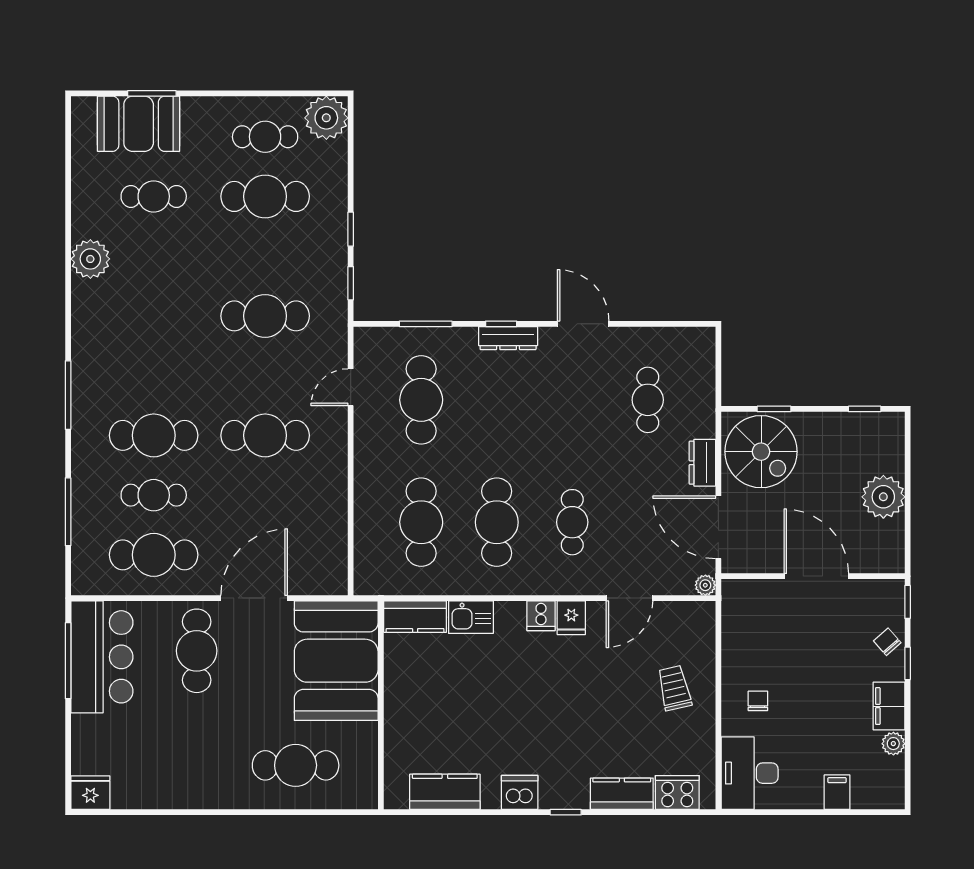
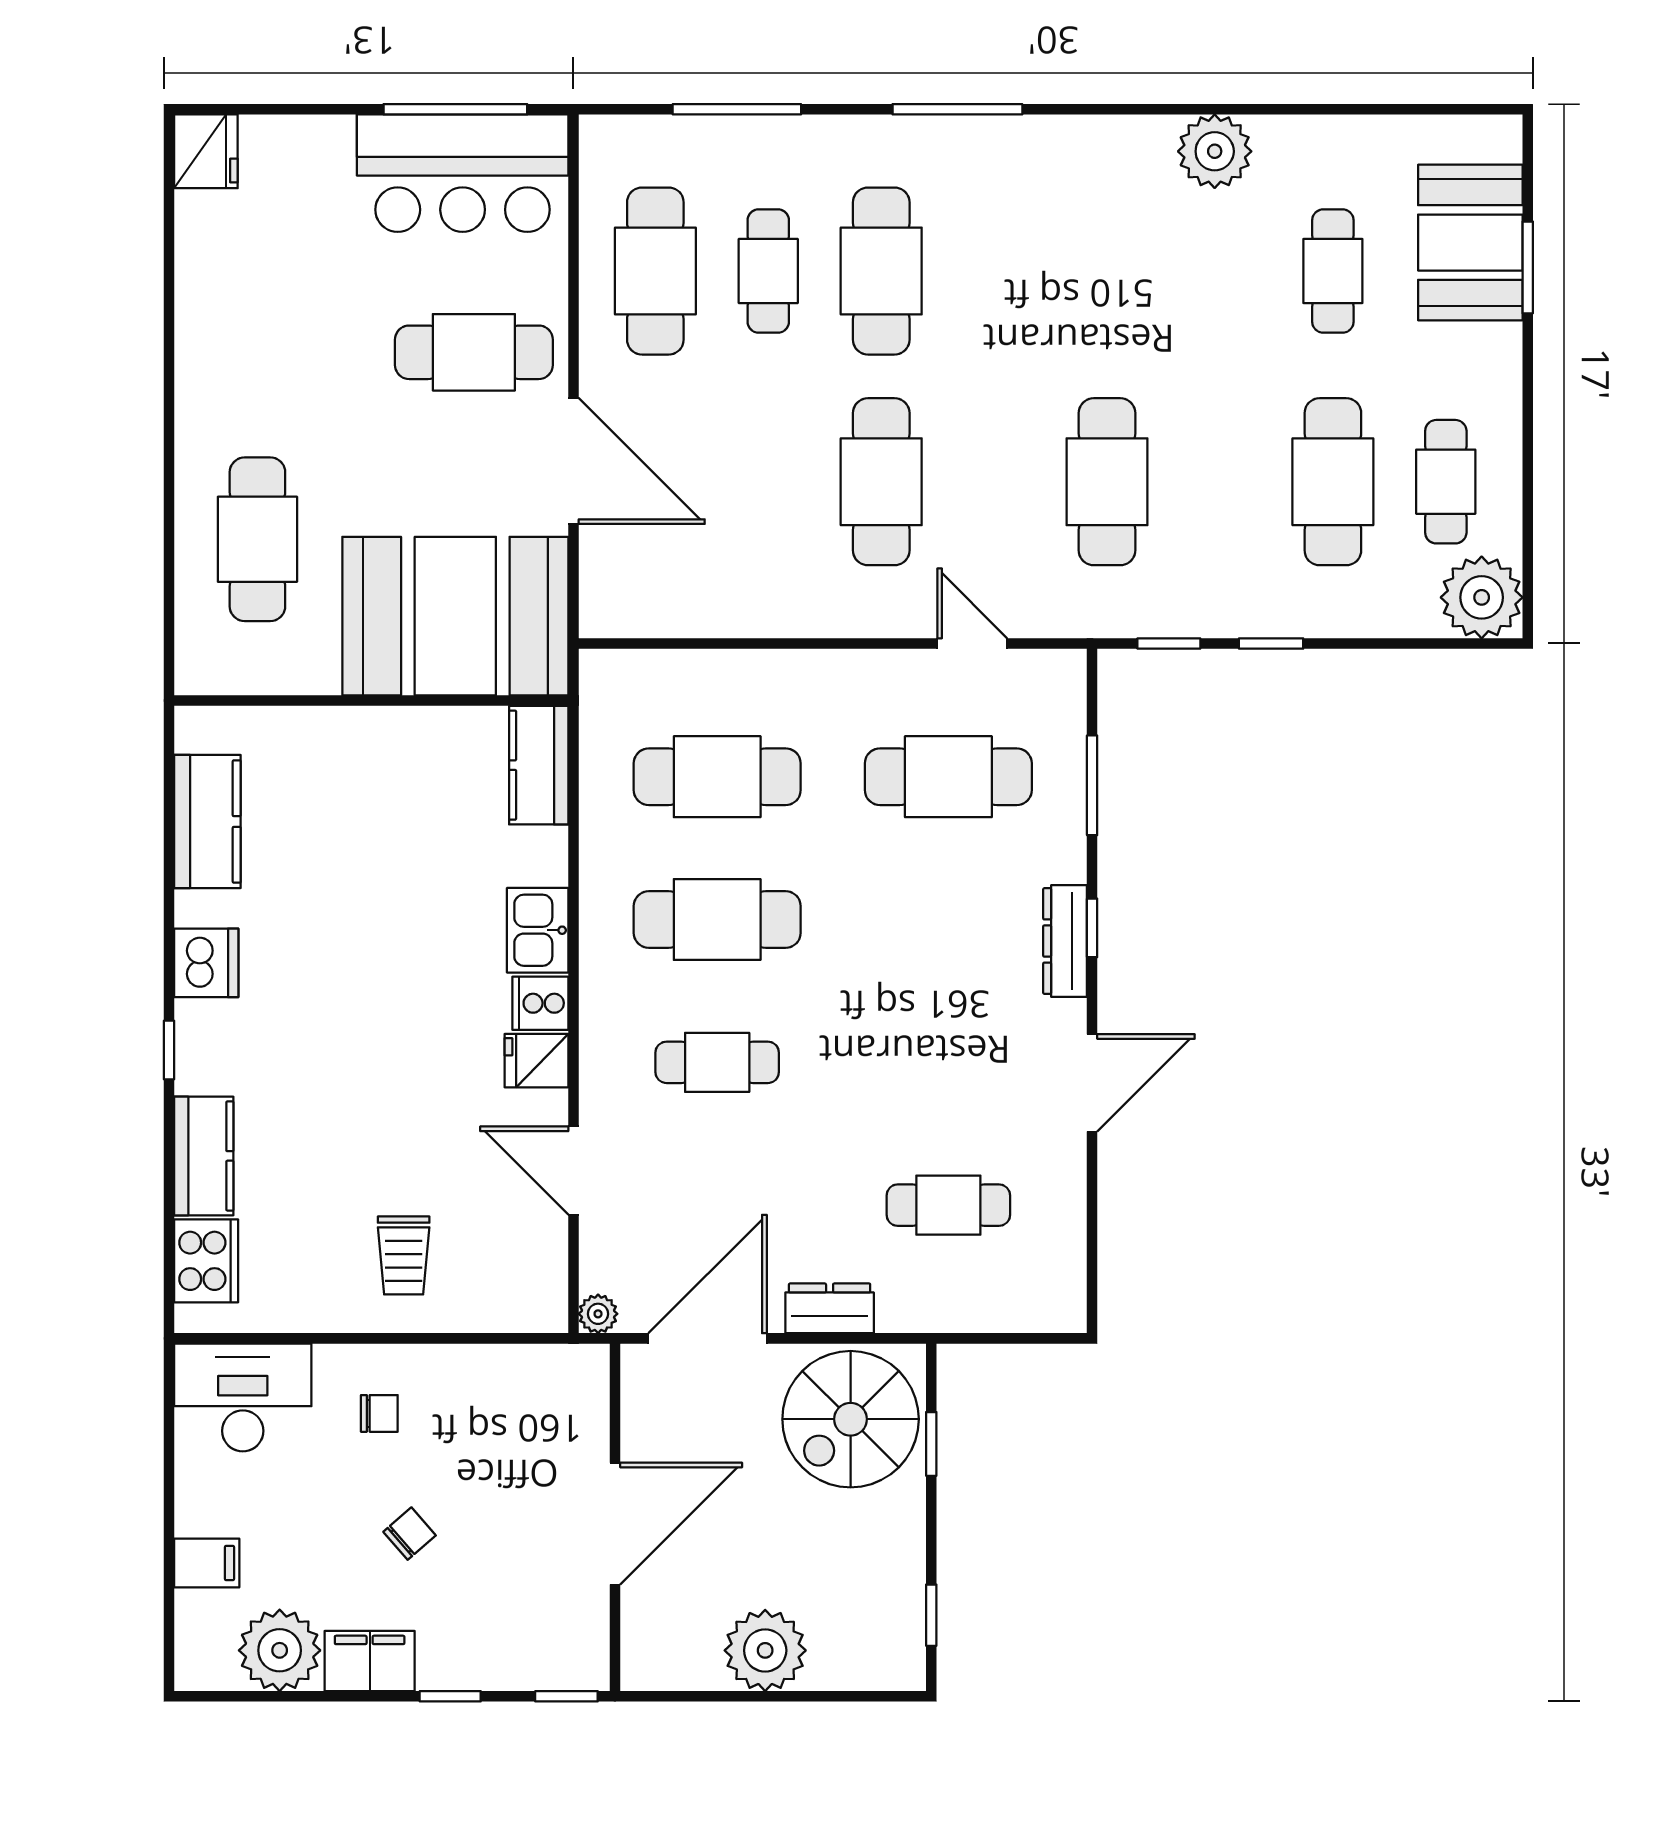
kitchen sink: (471, 617) -> (538, 930), moved
chair: (887, 642) -> (410, 1534), moved
trolley: (674, 688) -> (404, 1255), turned 103
plant: (893, 744) -> (280, 1650), width x1.88, depth x1.88

